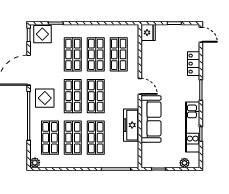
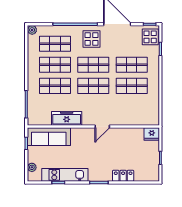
door: (201, 35) -> (150, 182), removed
shop shelf: (119, 54) -> (132, 107), removed
sofa: (151, 119) -> (49, 137), moved

